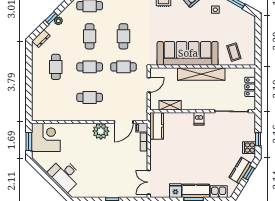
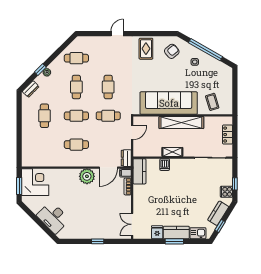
shelving: (170, 105) -> (172, 152), moved
dresser: (143, 112) -> (126, 158), added
dishwasher: (199, 119) -> (165, 165), moved
window: (249, 173) -> (220, 226), moved

